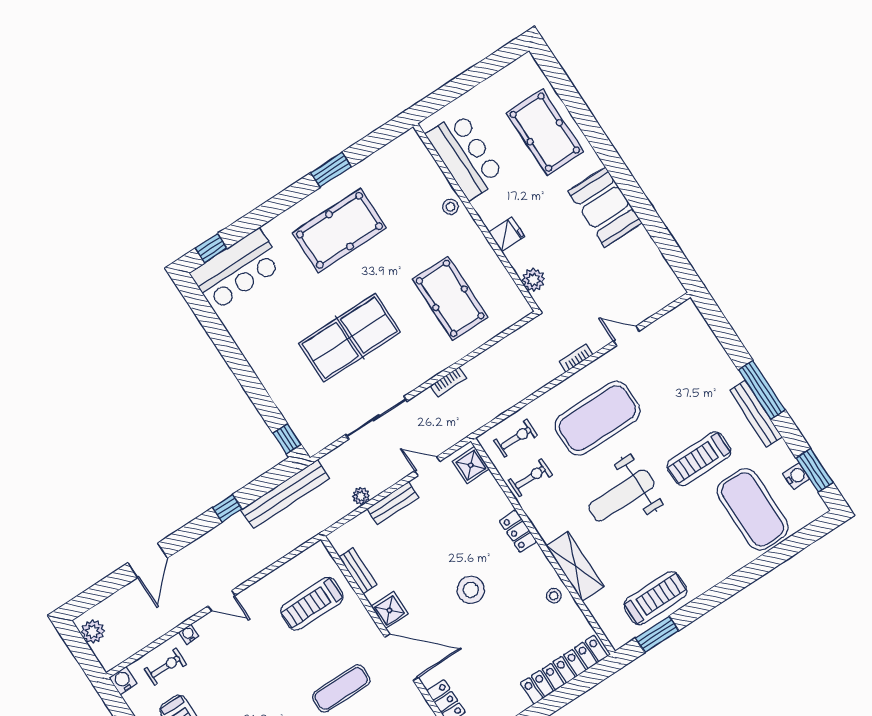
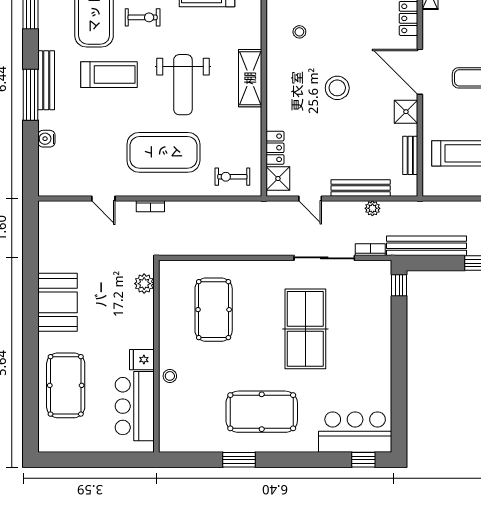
fridge: (507, 234) -> (142, 360), moved
table tennis table: (350, 338) -> (305, 329), turned 90
bookcase: (448, 382) -> (370, 250), moved
water cooler: (796, 476) -> (46, 139), moved
exercise bike: (530, 478) -> (143, 17), moved, turned 180
weight bench: (621, 496) -> (183, 85), turned 90
bench: (393, 503) -> (361, 188), width x1.36
locker: (518, 531) -> (275, 148), moved
shelving: (575, 566) -> (250, 78), moved
stool: (554, 596) -> (299, 32), moved

